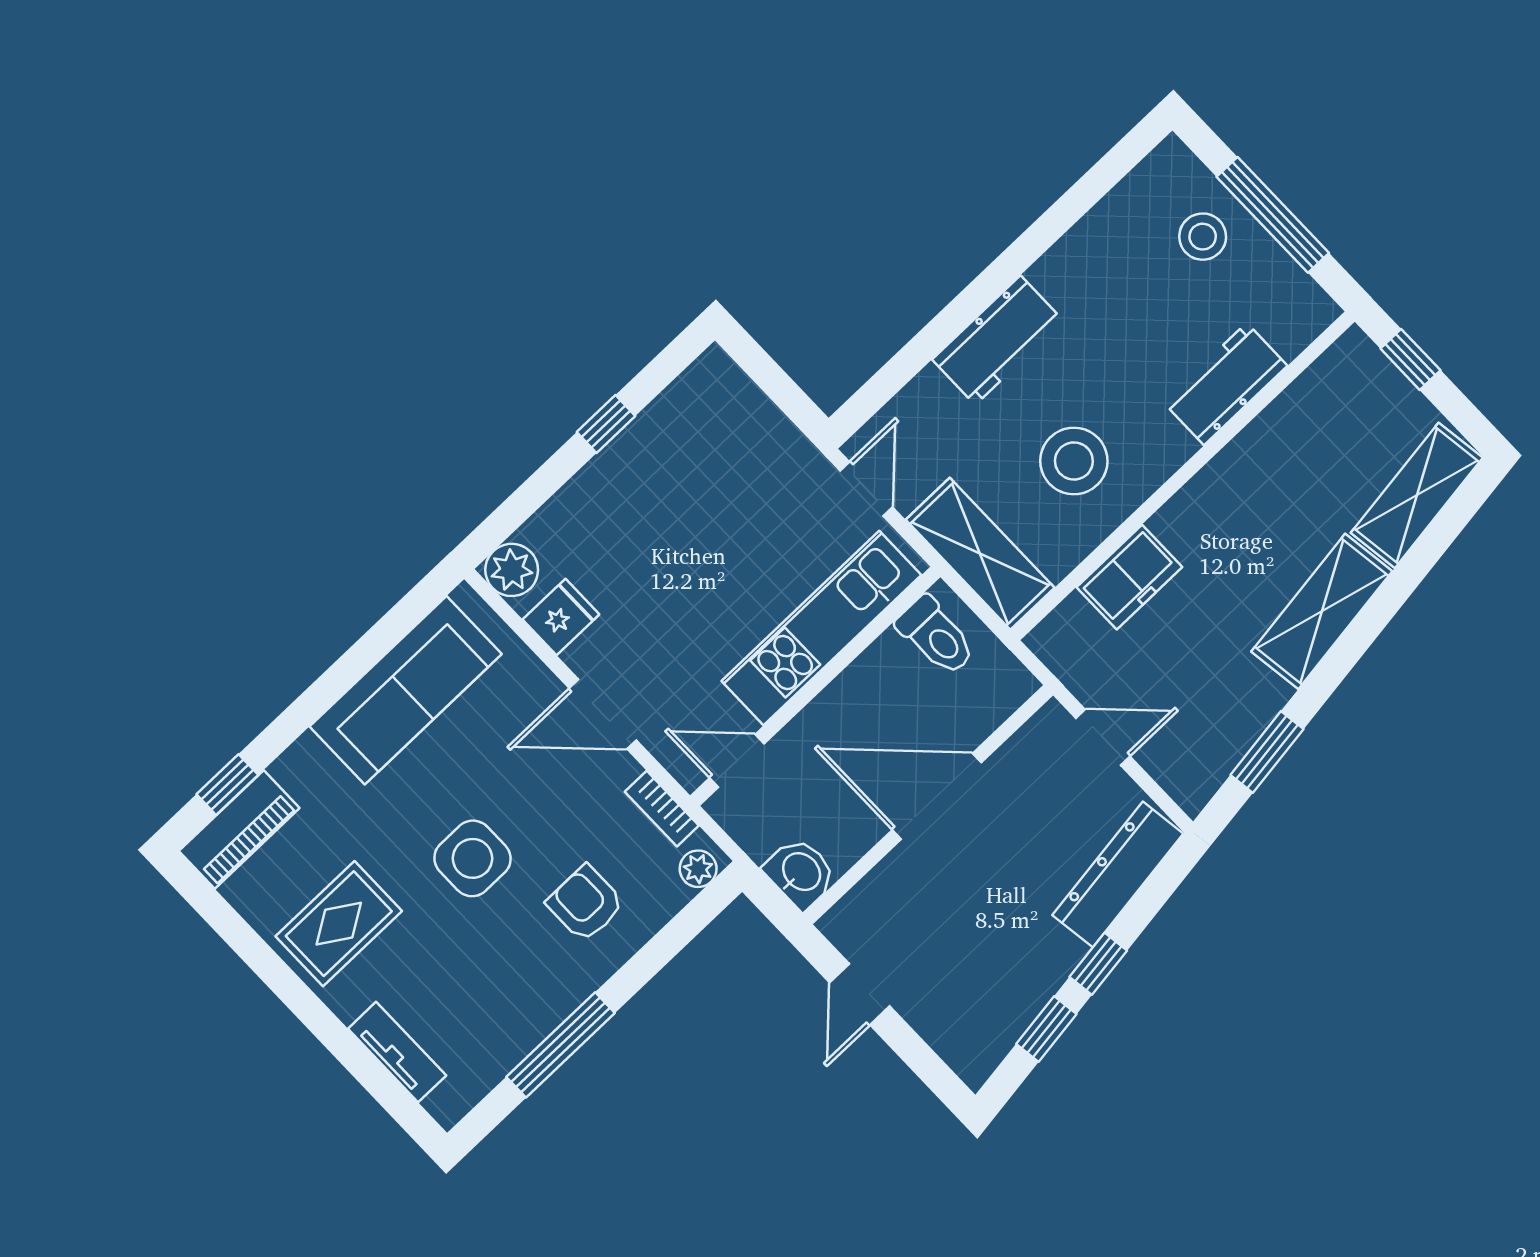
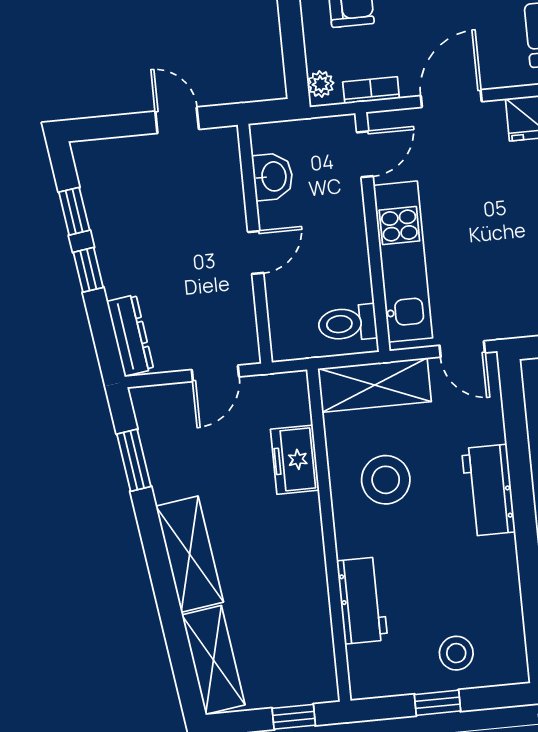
window: (1273, 215) -> (437, 703), width x0.46
door: (937, 796) -> (256, 252), width x0.53
washbasin: (800, 873) -> (273, 177), moved, turned -90
dresser: (1118, 874) -> (130, 335), width x0.73, depth x0.80

